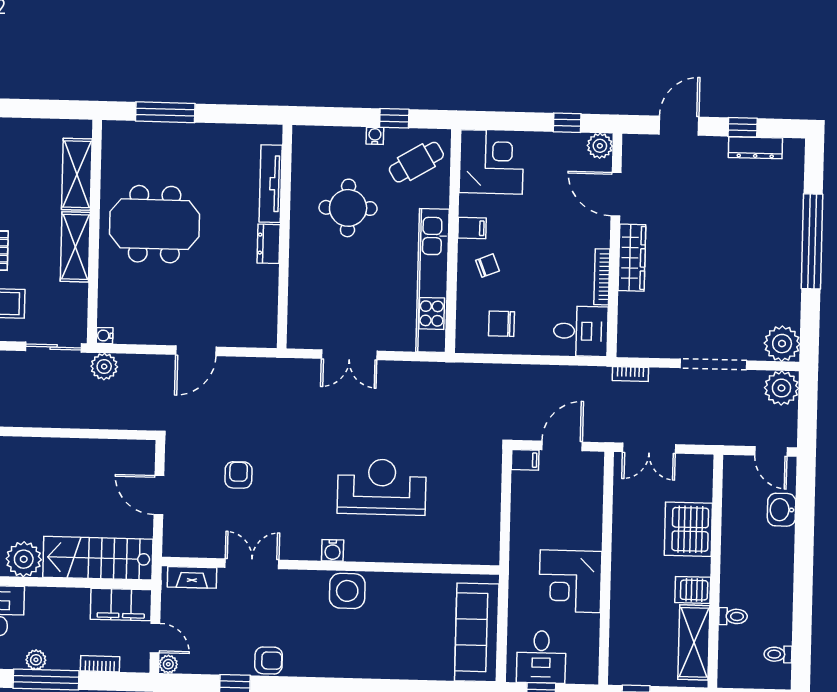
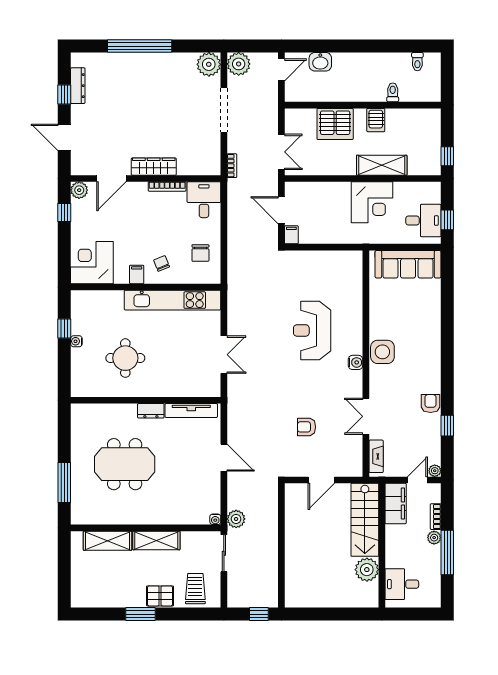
cafe table: (416, 162) -> (93, 313), removed
tv unit: (271, 184) -> (191, 410), moved
meeting table: (155, 224) -> (125, 464), moved, turned 90
shelving: (694, 642) -> (382, 165), moved
plant: (36, 660) -> (434, 538), moved

